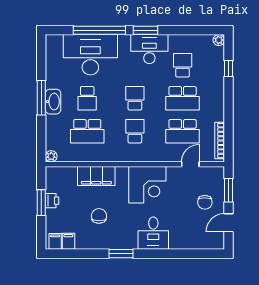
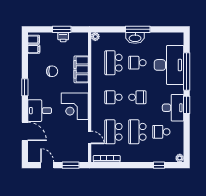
school desk: (183, 65) -> (161, 132), turned 180
school desk: (135, 131) -> (113, 97), turned 180
chair: (205, 202) -> (62, 148), removed
door: (182, 254) -> (25, 131), added

